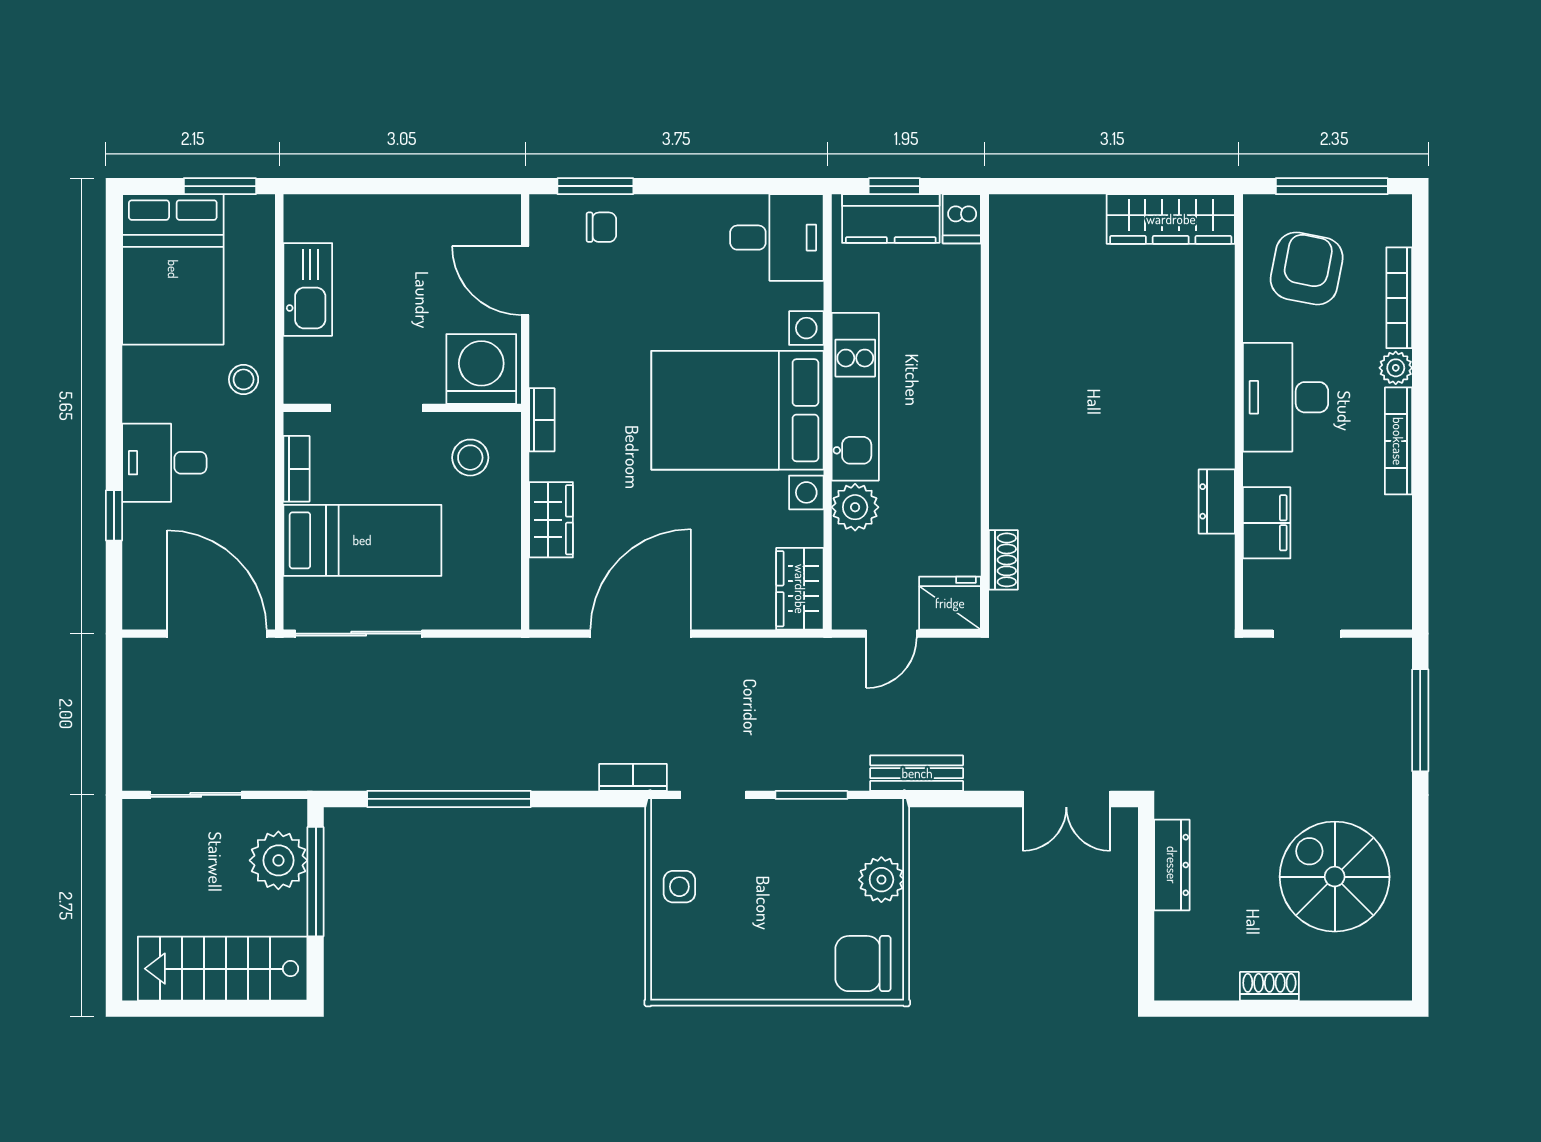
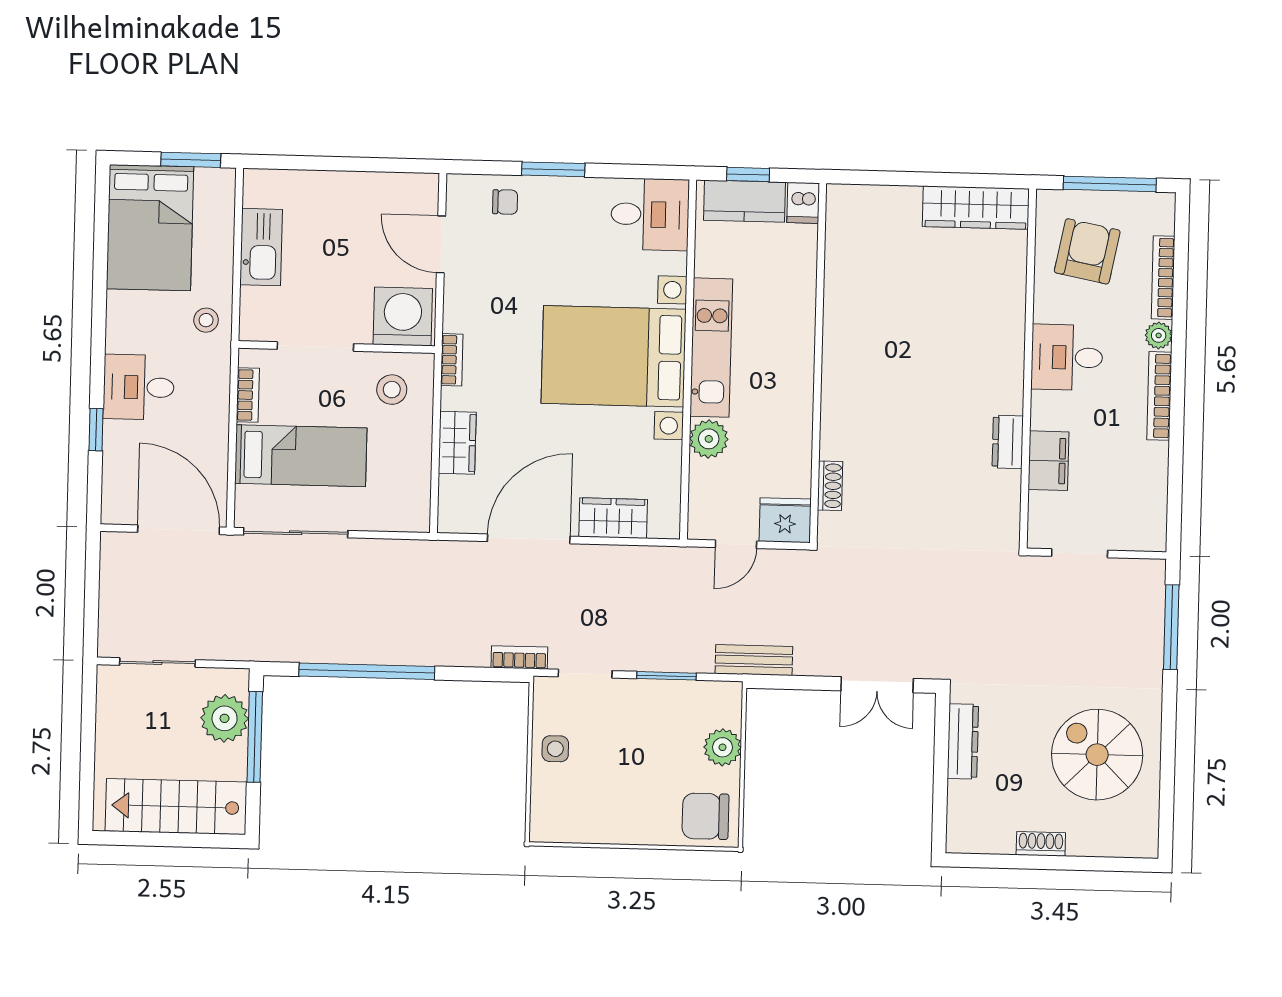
window: (595, 186) -> (553, 169), moved
desk: (1285, 397) -> (1067, 357), width x0.73
wardrobe: (800, 589) -> (613, 518), moved, turned 90

